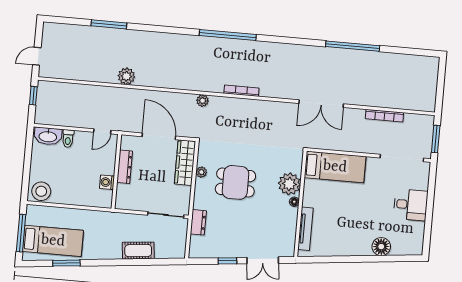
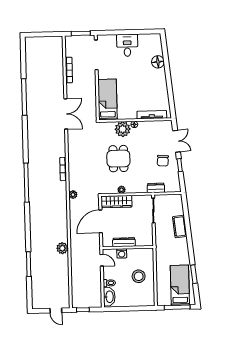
washing machine: (107, 182) -> (122, 253), moved
dining table: (235, 182) -> (118, 159), moved
stool: (41, 191) -> (139, 276), moved
chair: (237, 237) -> (163, 161), added

